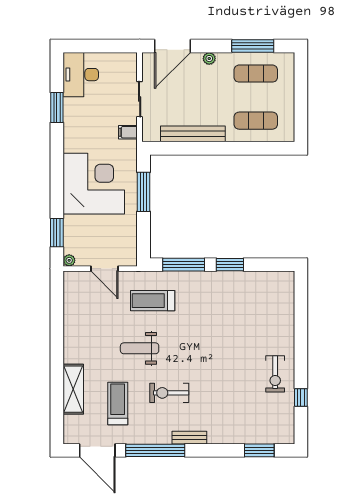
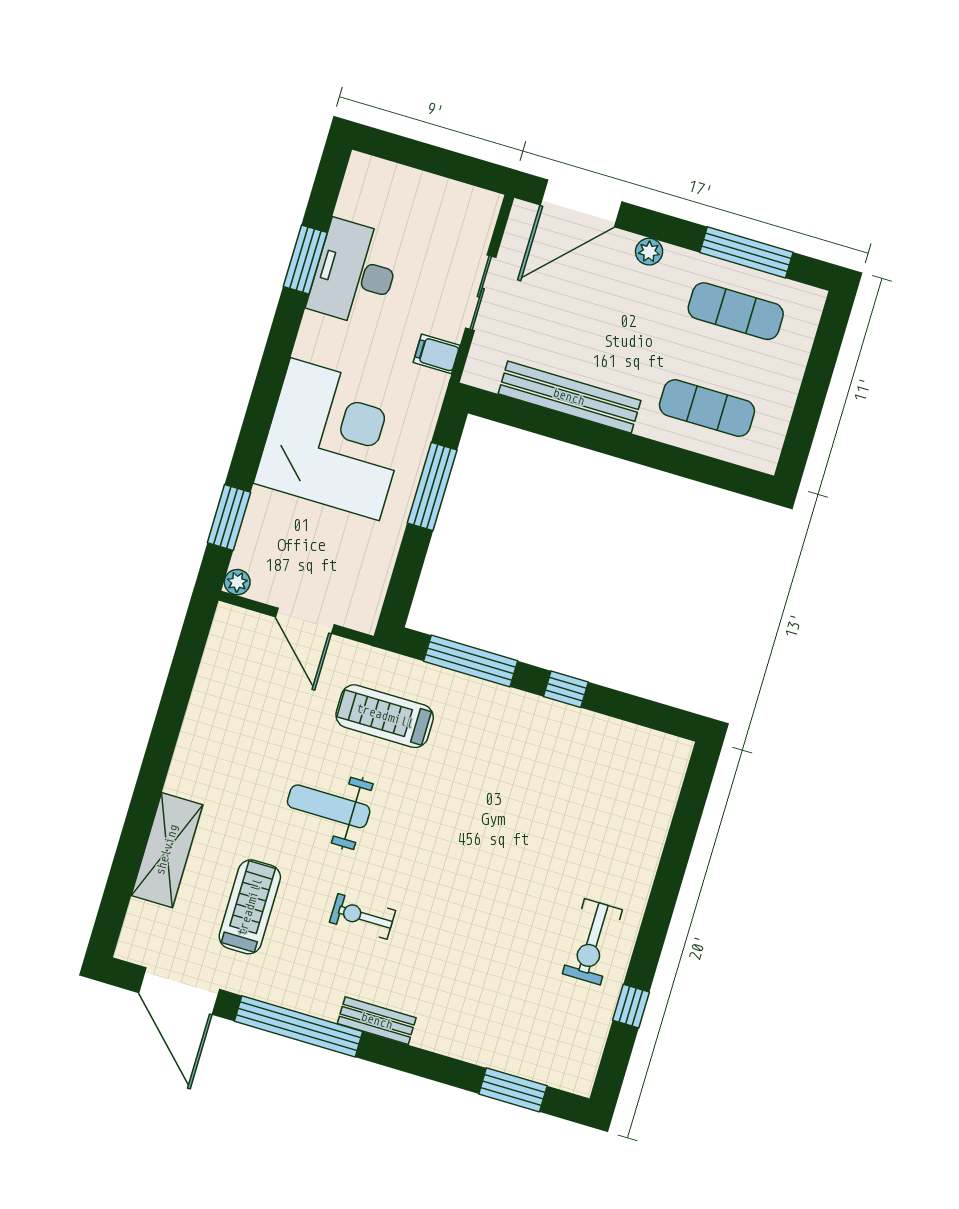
desk: (81, 75) -> (355, 273), moved
window: (230, 265) -> (566, 689), width x0.67
exercise bike: (169, 393) -> (363, 916), width x0.73, depth x0.72

